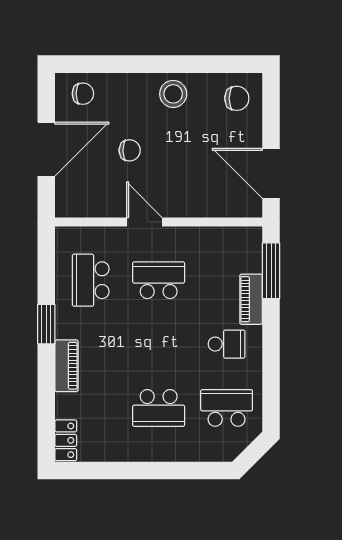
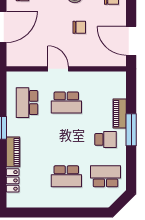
chair: (130, 150) -> (79, 27), moved
window: (271, 271) -> (131, 130), moved
school desk: (159, 280) -> (66, 103), turned 180
locker: (66, 440) -> (13, 180), moved

